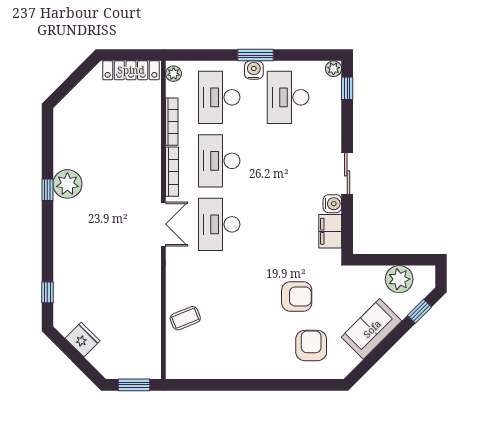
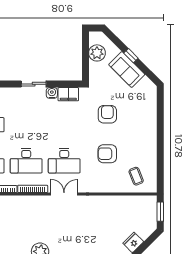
window: (420, 311) -> (131, 56), moved
coffee table: (185, 318) -> (136, 176), moved
armchair: (311, 346) -> (107, 154), moved

